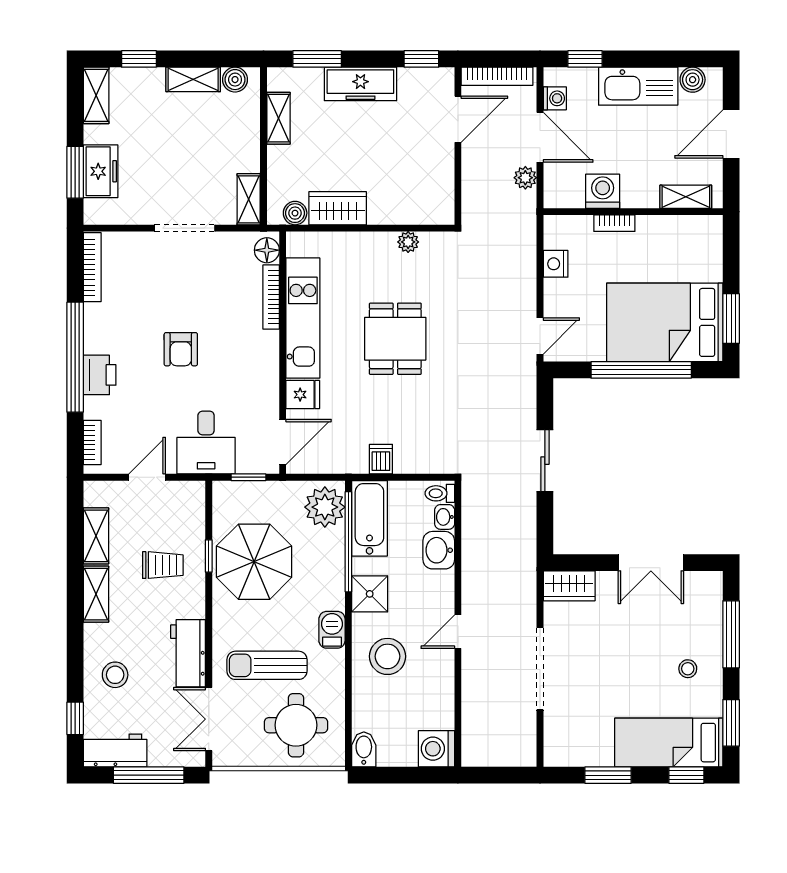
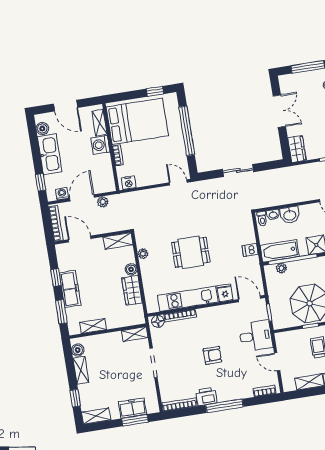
window: (421, 59) -> (56, 277), moved
washing machine: (603, 191) -> (100, 145), moved
shelving: (442, 196) -> (118, 241), added
boiler: (295, 213) -> (131, 269), moved
nightstand: (556, 264) -> (129, 183), moved
window: (731, 319) -> (155, 91), width x0.67
bed: (665, 322) -> (137, 121), moved, turned -90
window: (75, 357) -> (224, 406), width x0.68
printer: (100, 375) -> (206, 397), moved
plant: (325, 507) -> (282, 268), width x0.53, depth x0.53

